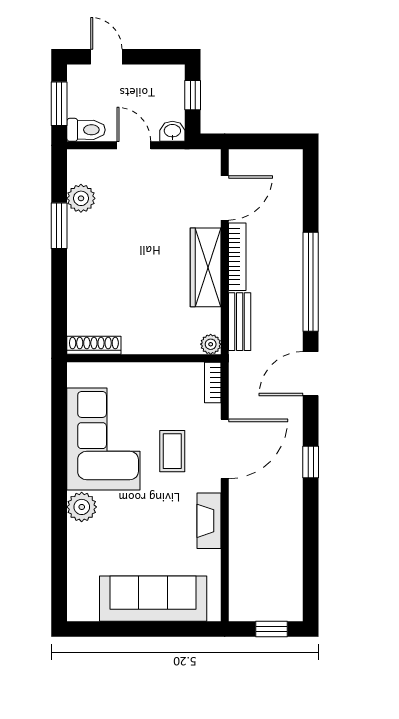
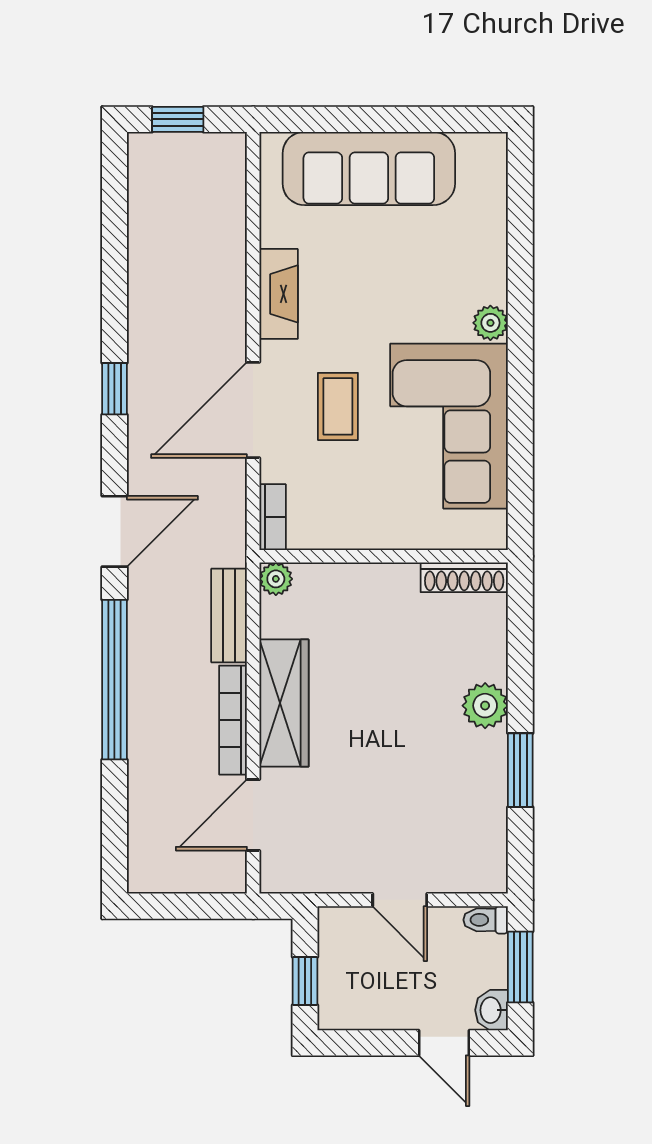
toilet: (86, 130) -> (486, 920), width x0.73, depth x0.72
washbasin: (172, 131) -> (492, 1010), moved, turned 90
plant: (81, 198) -> (485, 706), moved
plant: (82, 507) -> (490, 323), width x0.73, depth x0.73

